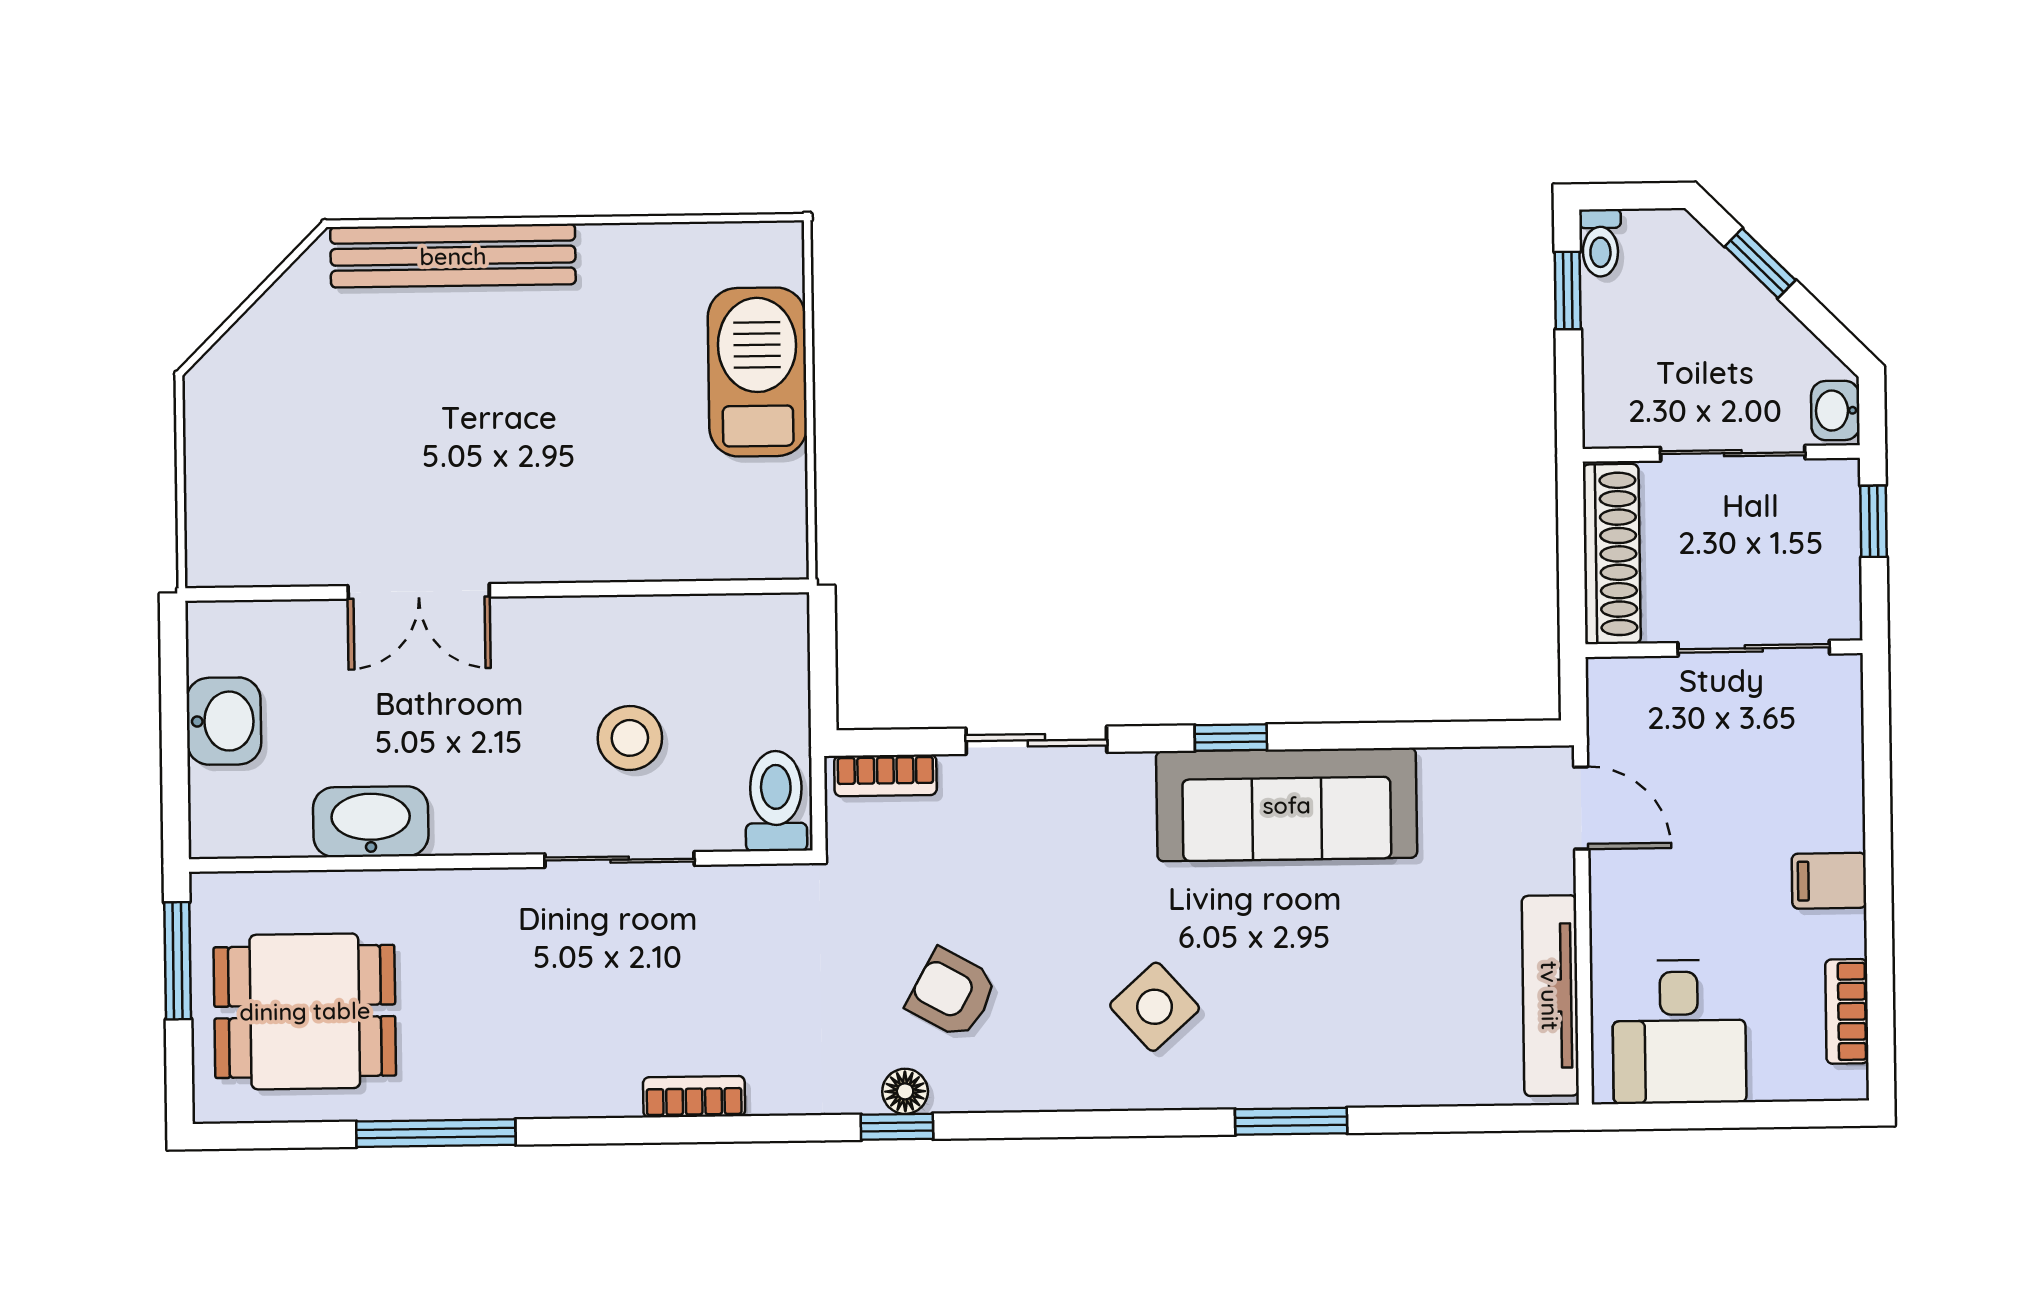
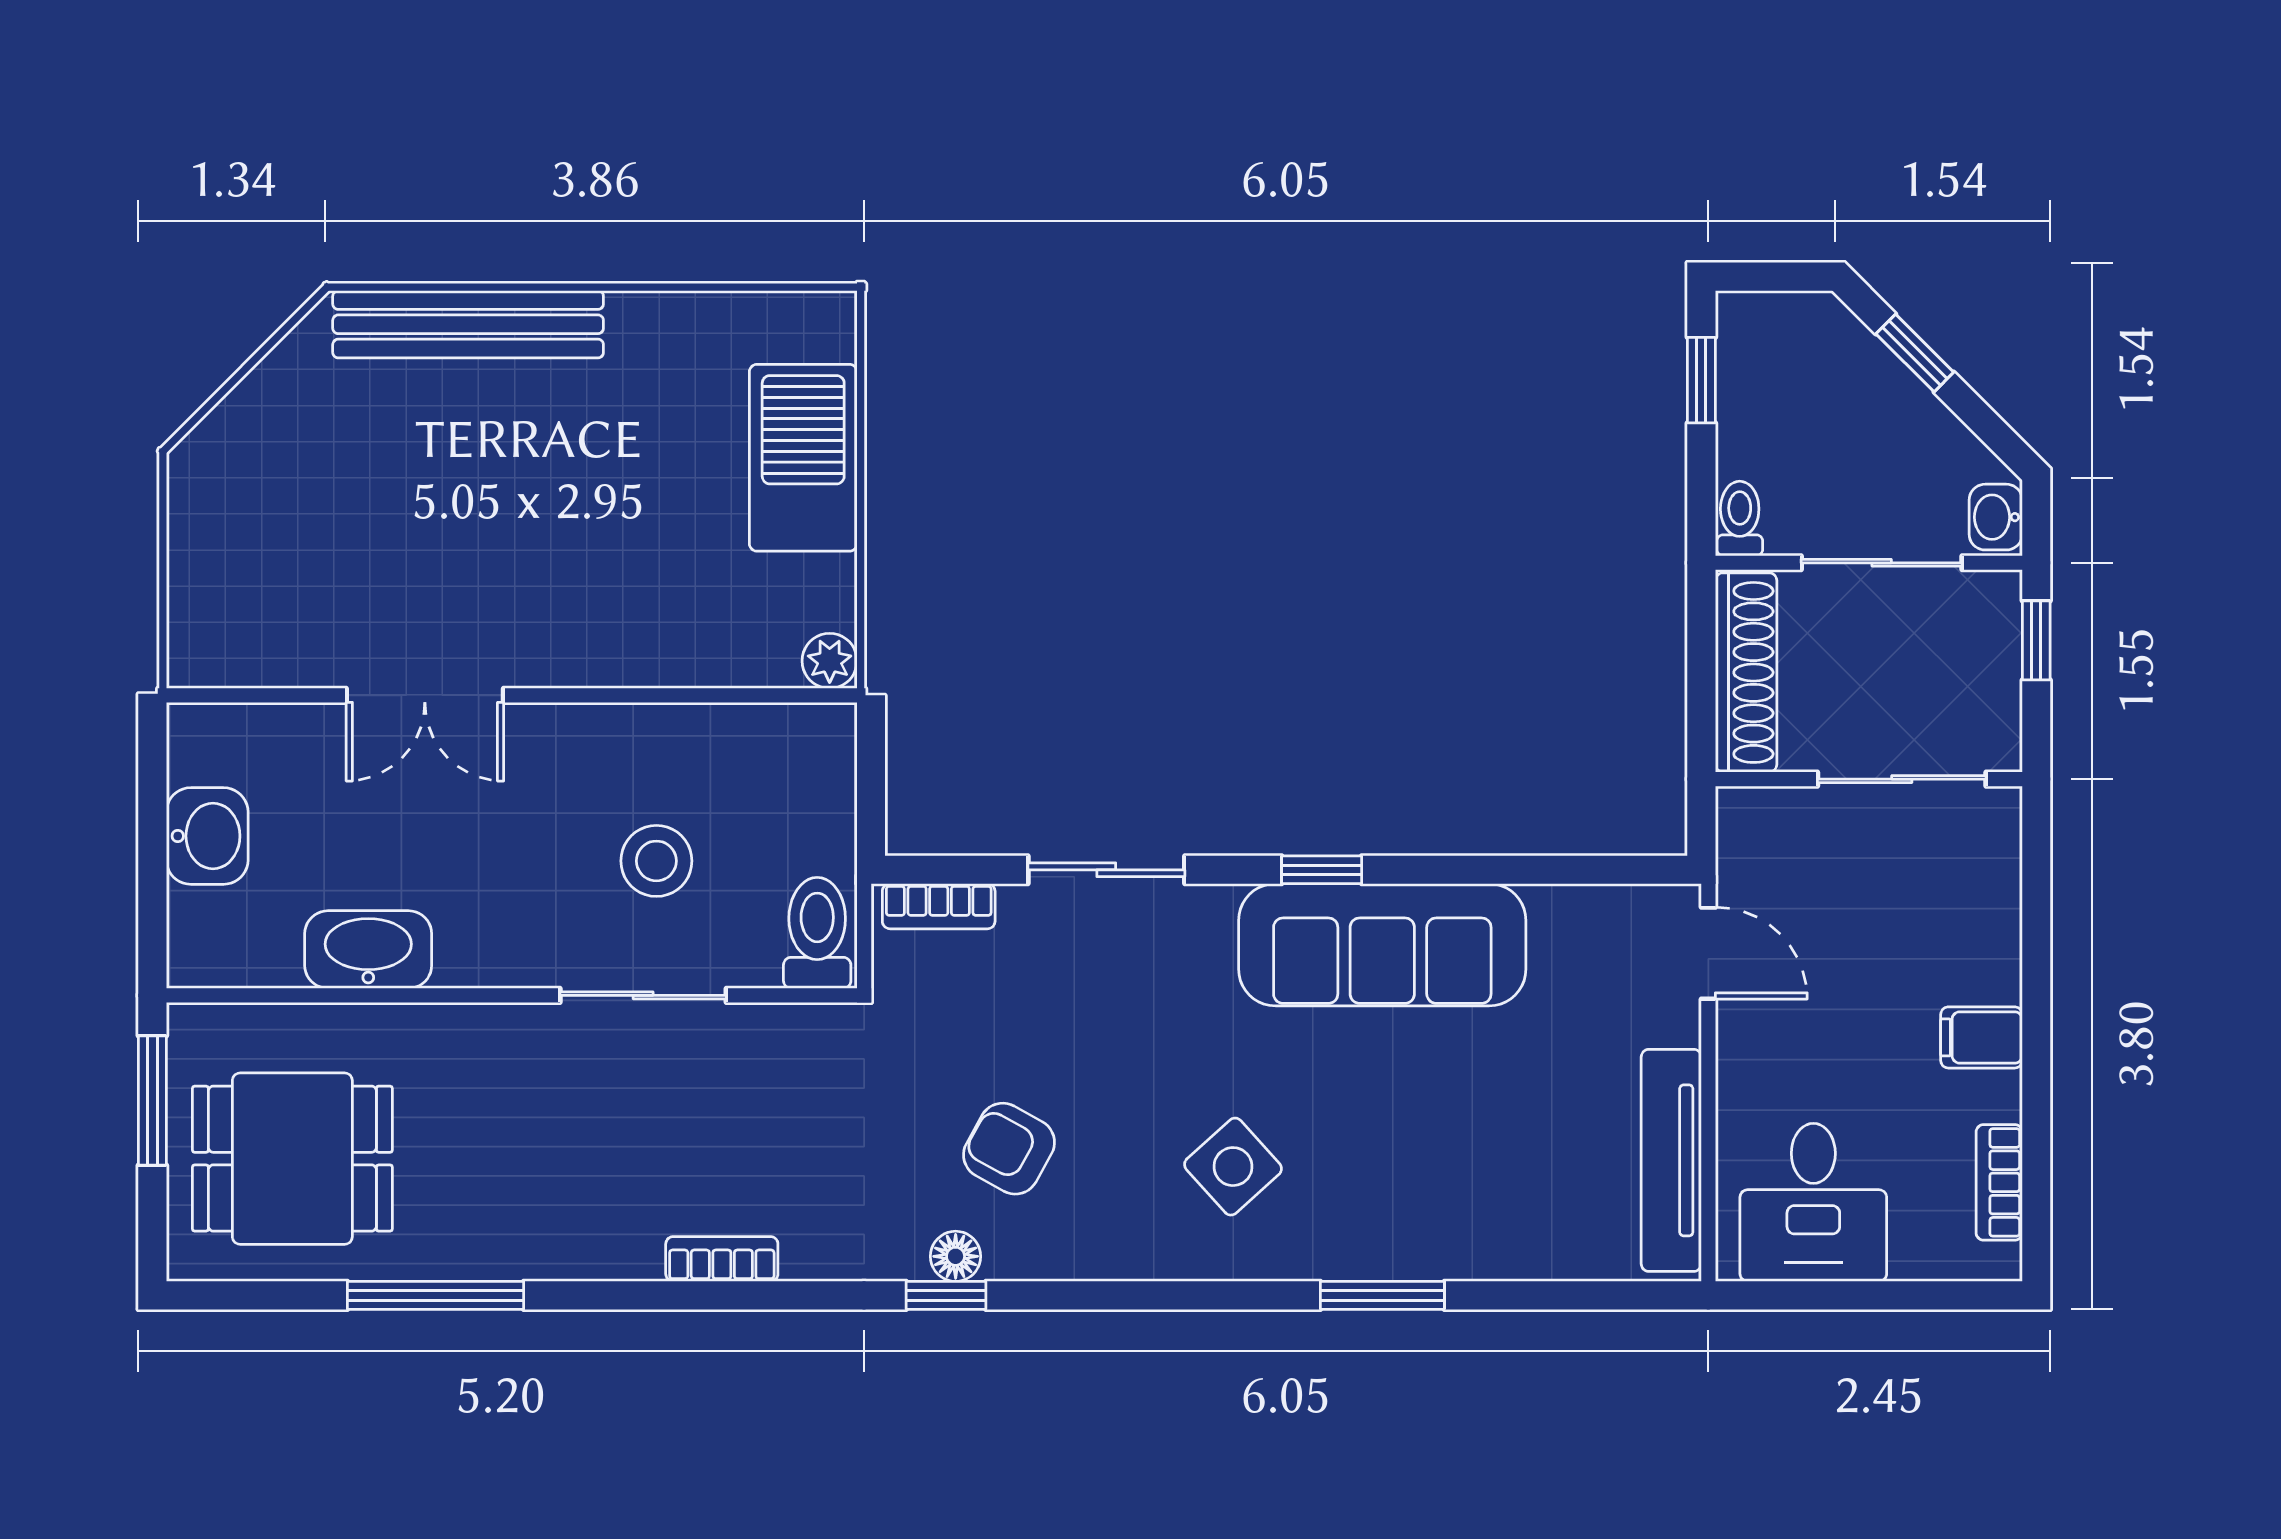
toilet: (1600, 243) -> (1740, 518), moved, turned 180
plant: (784, 555) -> (830, 661), added

